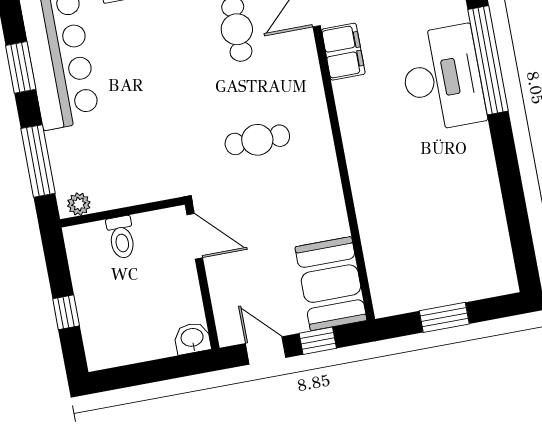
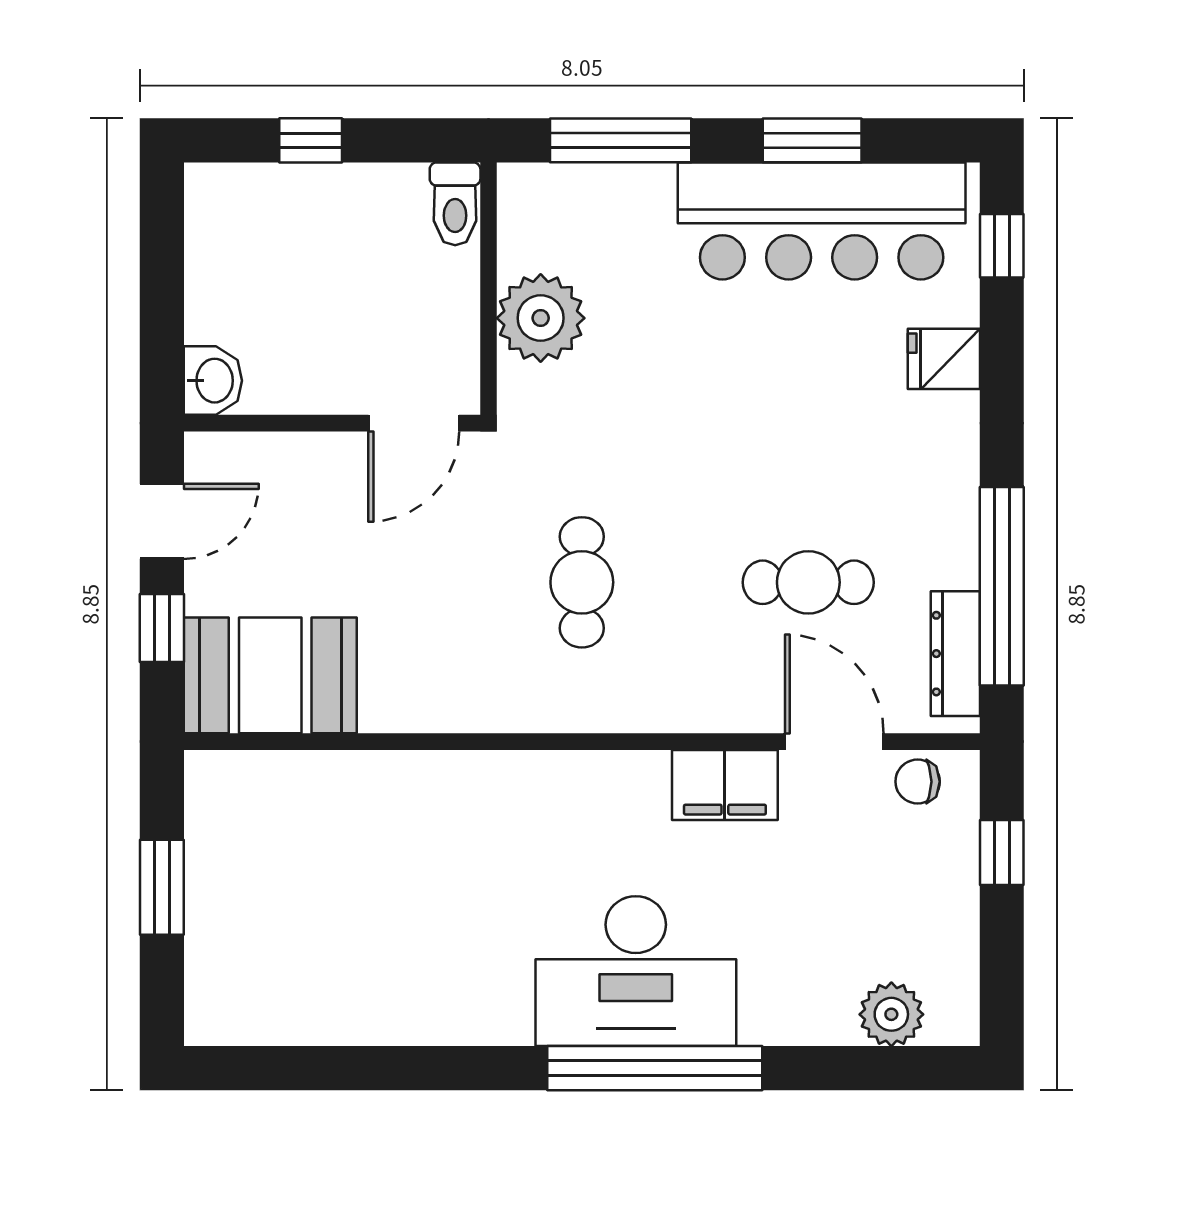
plant: (79, 204) -> (541, 318), moved, width x1.87, depth x1.87
toilet: (121, 237) -> (455, 204), moved, turned -90

